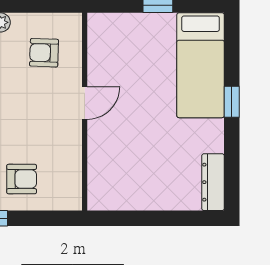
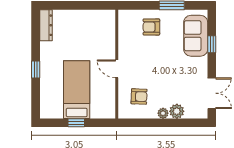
bed: (201, 65) -> (77, 90), moved
door: (85, 103) -> (117, 69), hinge flipped

